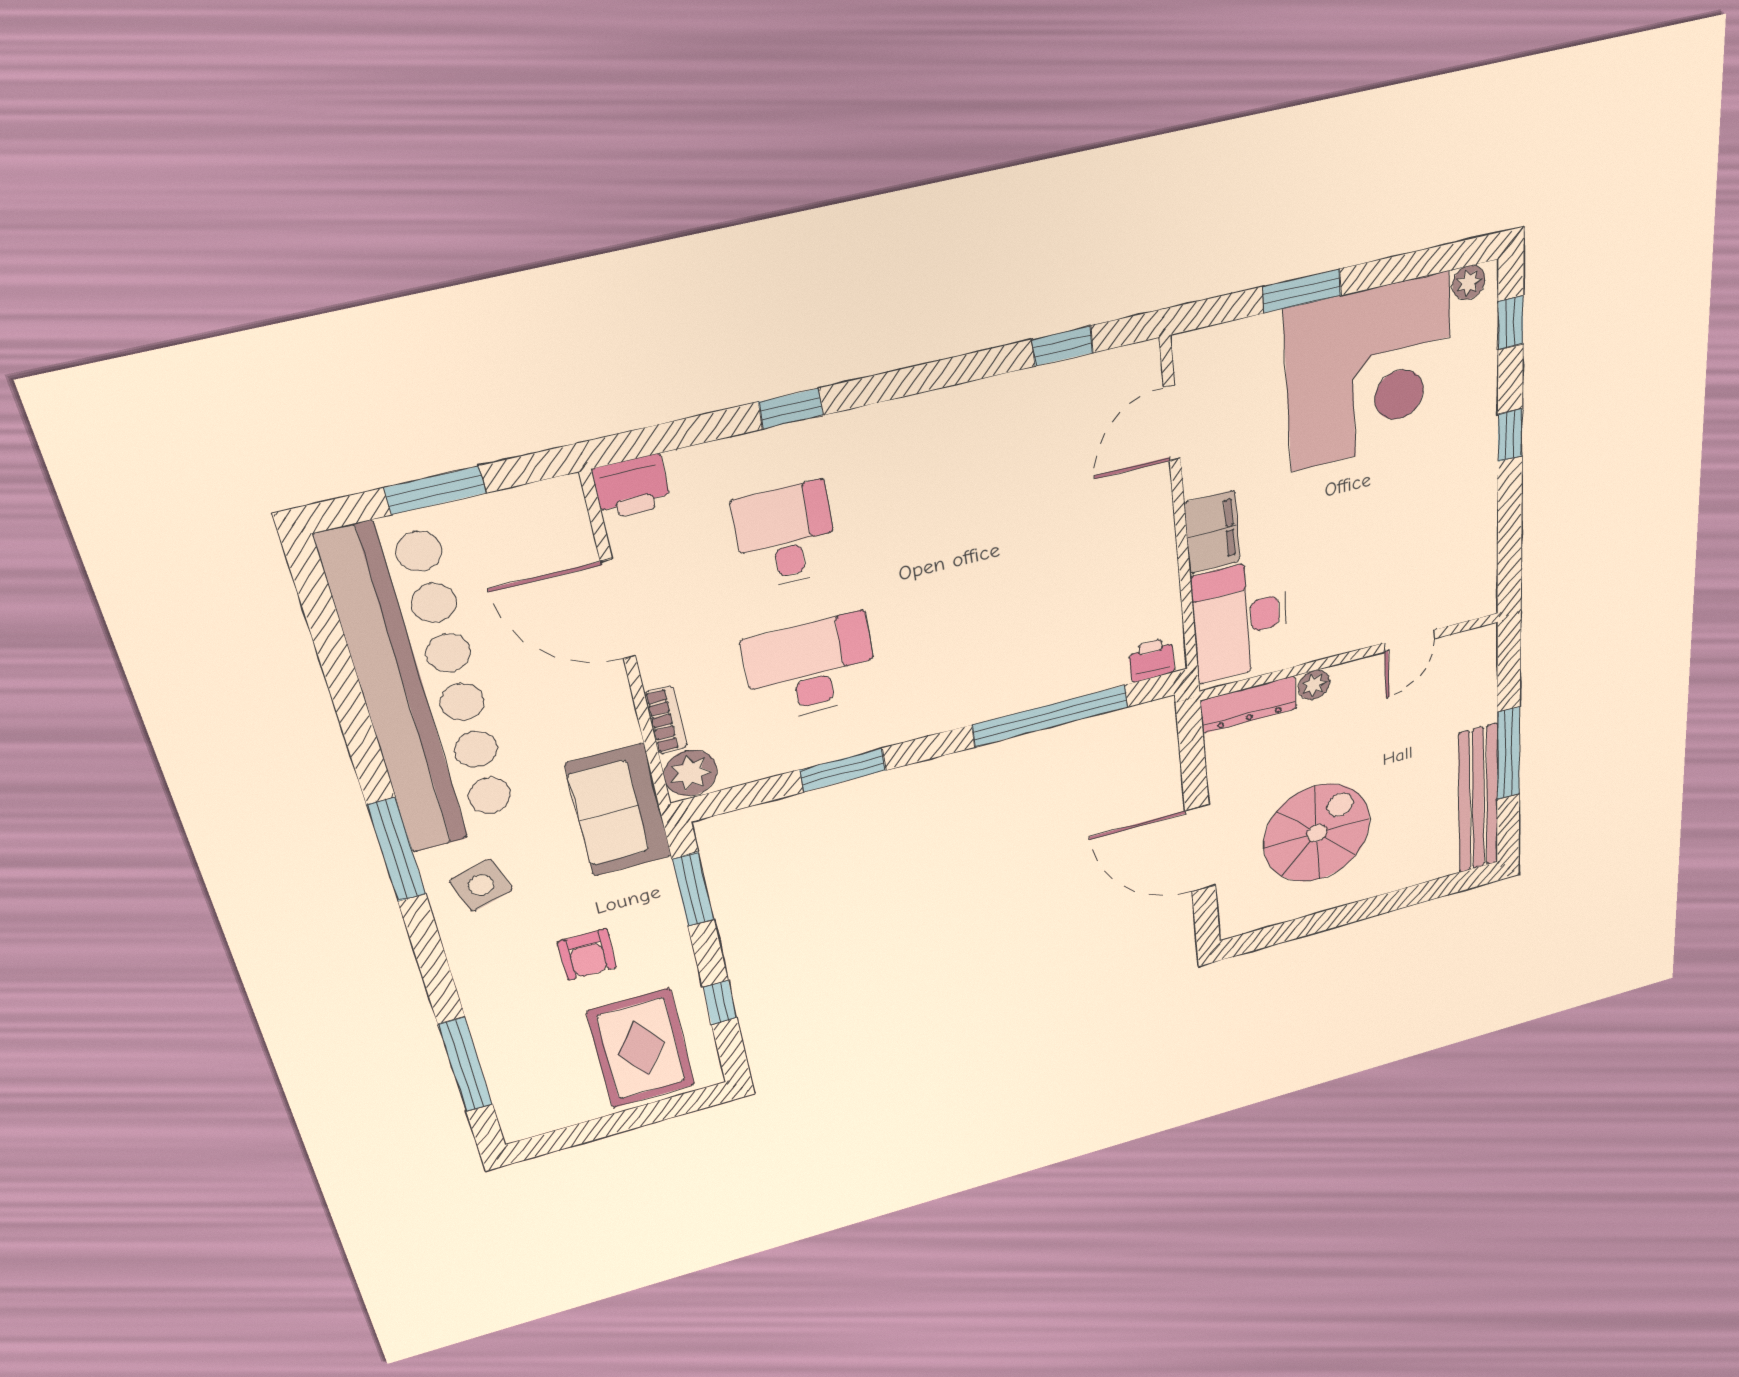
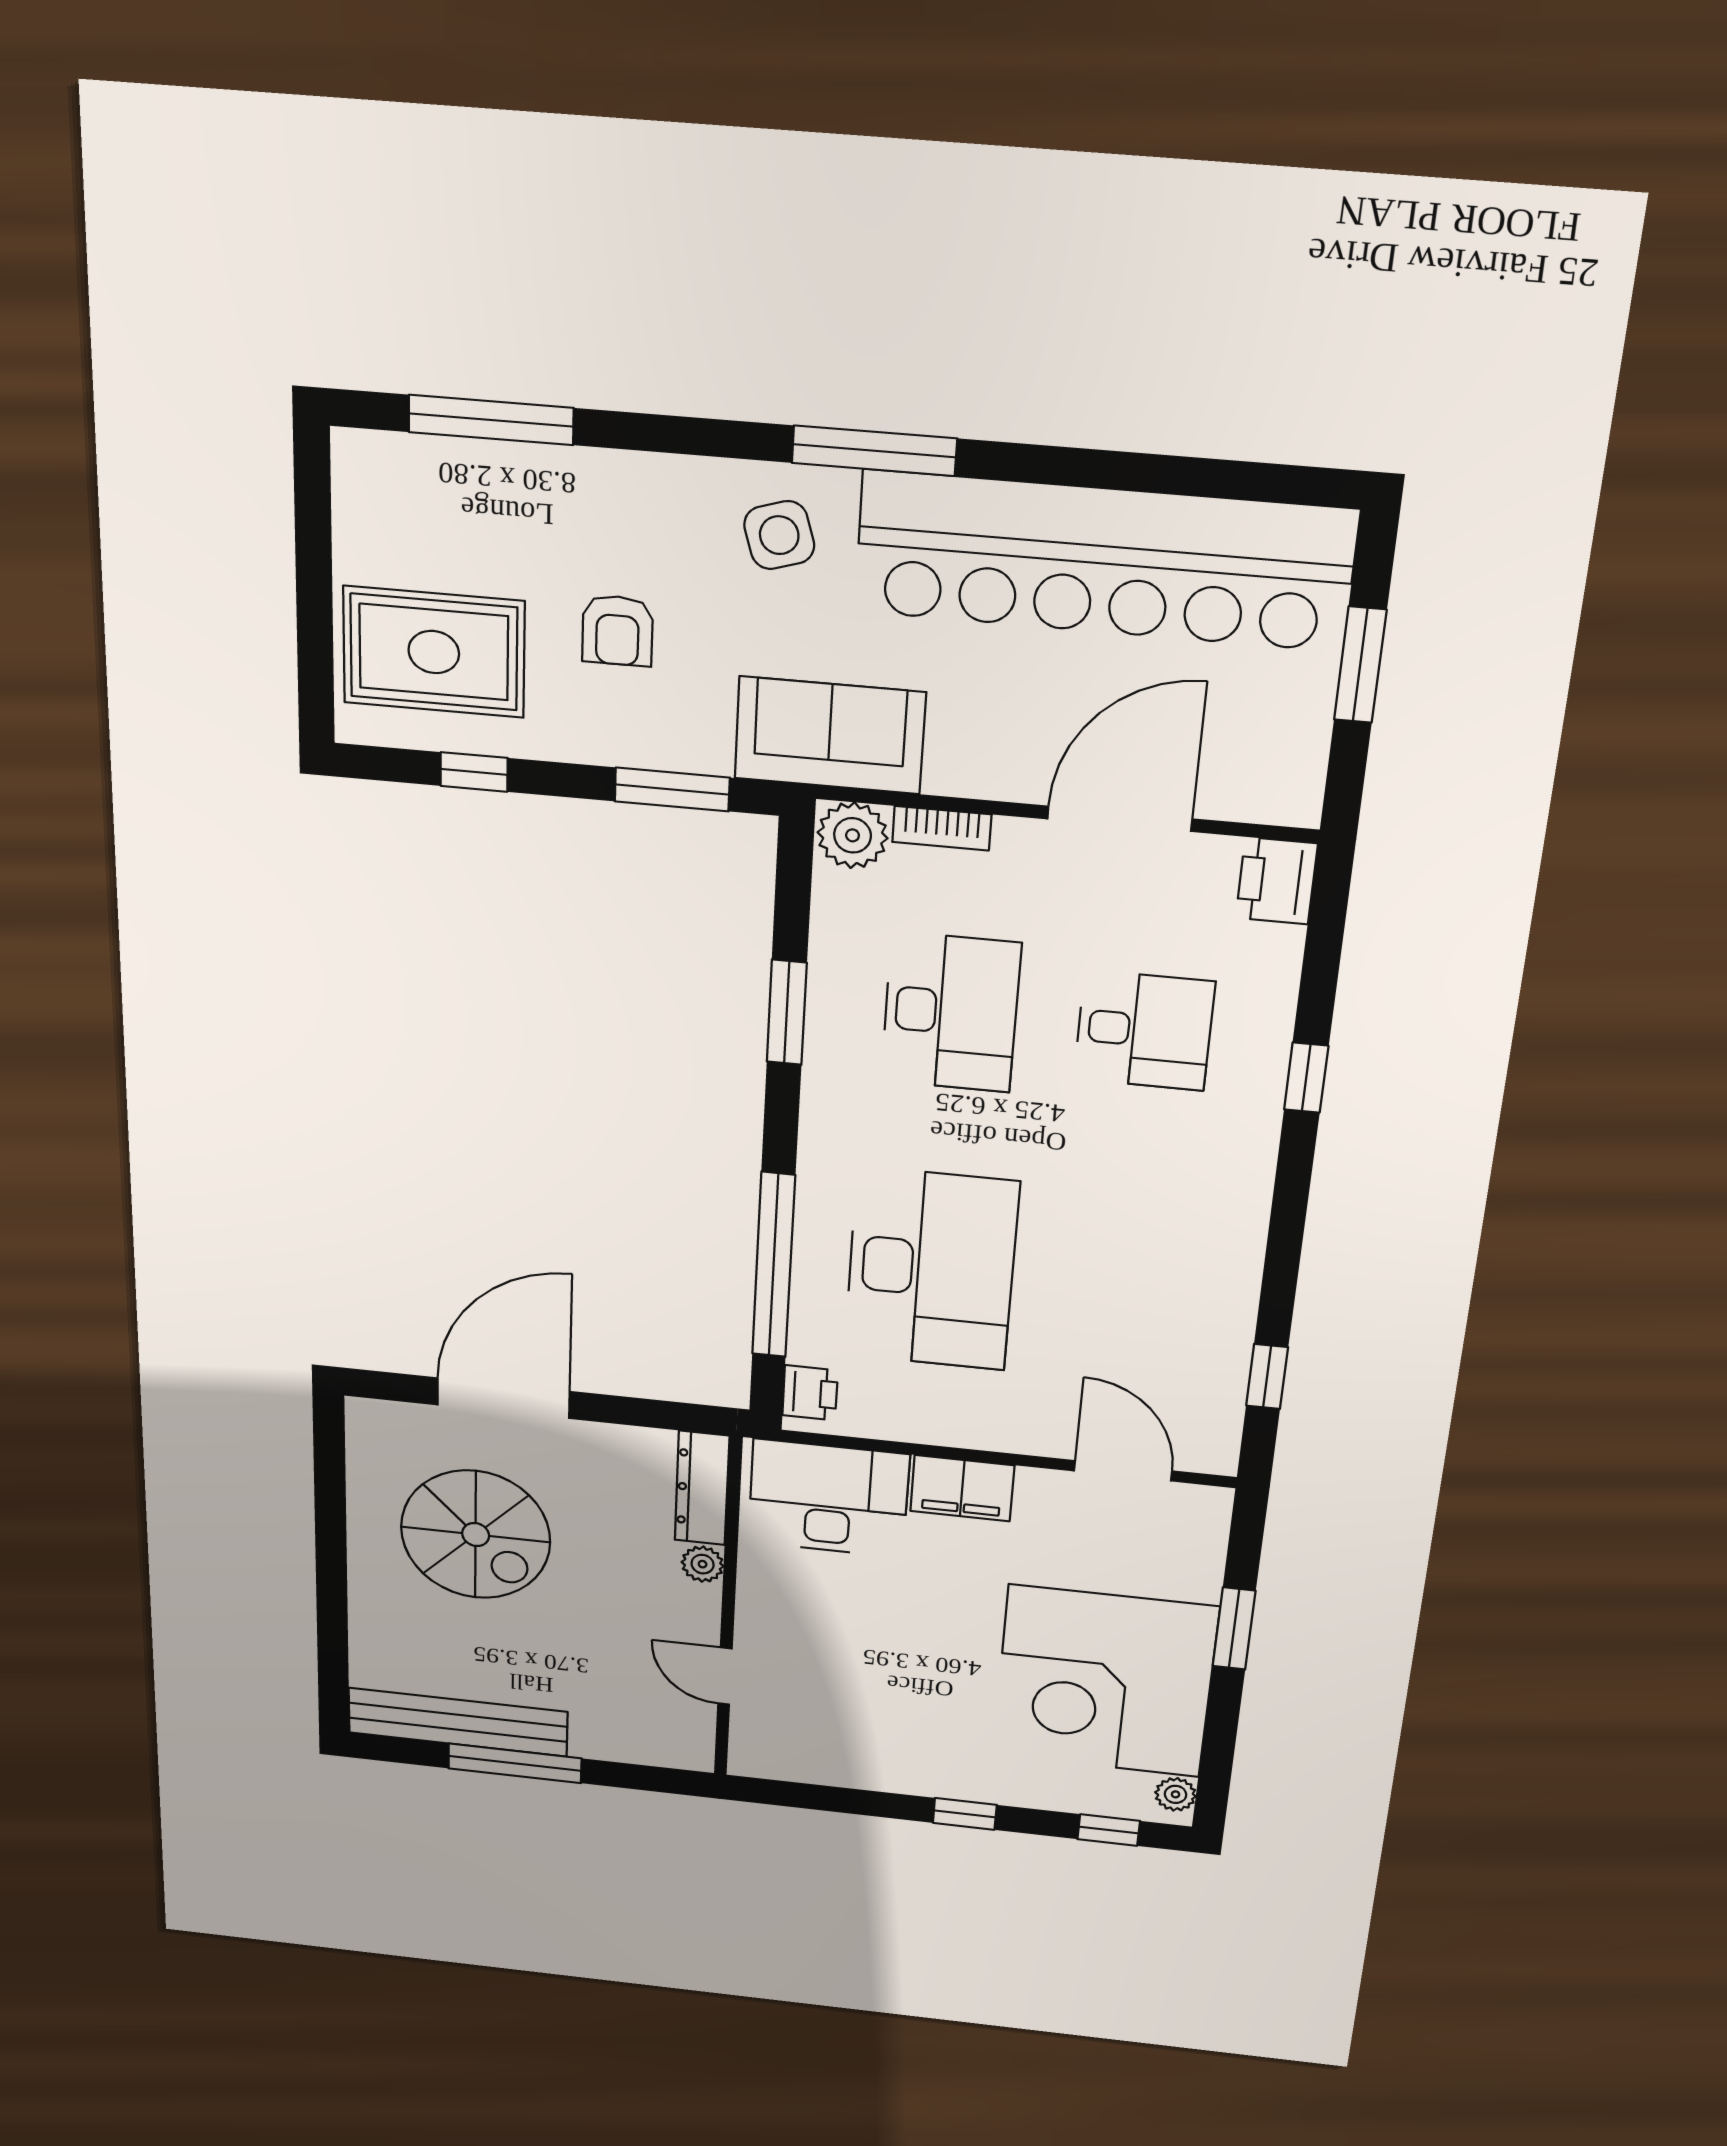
desk: (1027, 613) -> (931, 1269), added
armchair: (587, 955) -> (617, 631), turned -90

